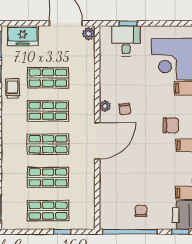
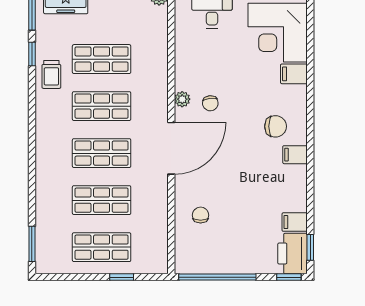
trolley: (13, 89) -> (51, 74), turned 180
chair: (141, 211) -> (201, 215), moved

